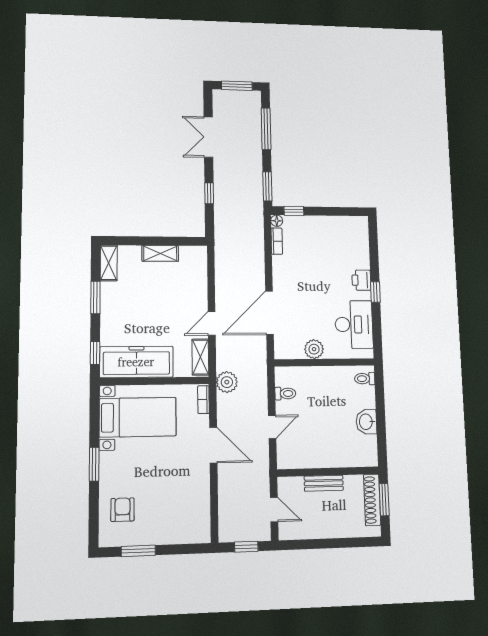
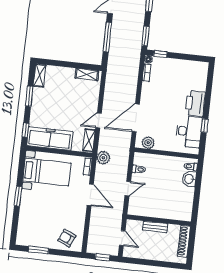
window: (209, 193) -> (107, 37), width x2.17
shelving: (160, 253) -> (87, 74), moved
printer: (361, 280) -> (195, 103), width x1.87, depth x1.48
window: (375, 292) -> (205, 126), moved
plant: (314, 349) -> (148, 143), moved
washbasin: (366, 422) -> (189, 179), moved
window: (384, 500) -> (192, 242), removed
armchair: (123, 510) -> (67, 238), moved, turned -66

